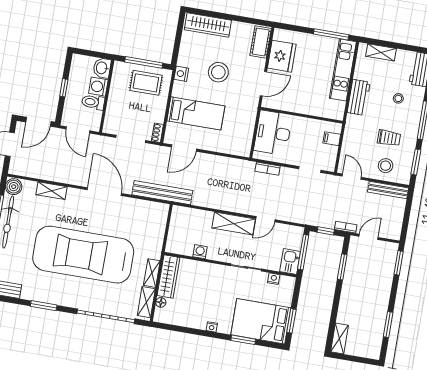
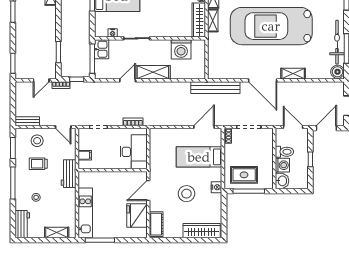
workbench: (359, 97) -> (69, 174), moved
bench: (388, 190) -> (27, 121), width x0.73
shelving: (51, 191) -> (293, 74), moved
washing machine: (200, 252) -> (181, 49), width x1.89, depth x1.89
car: (83, 255) -> (271, 26), turned 180

